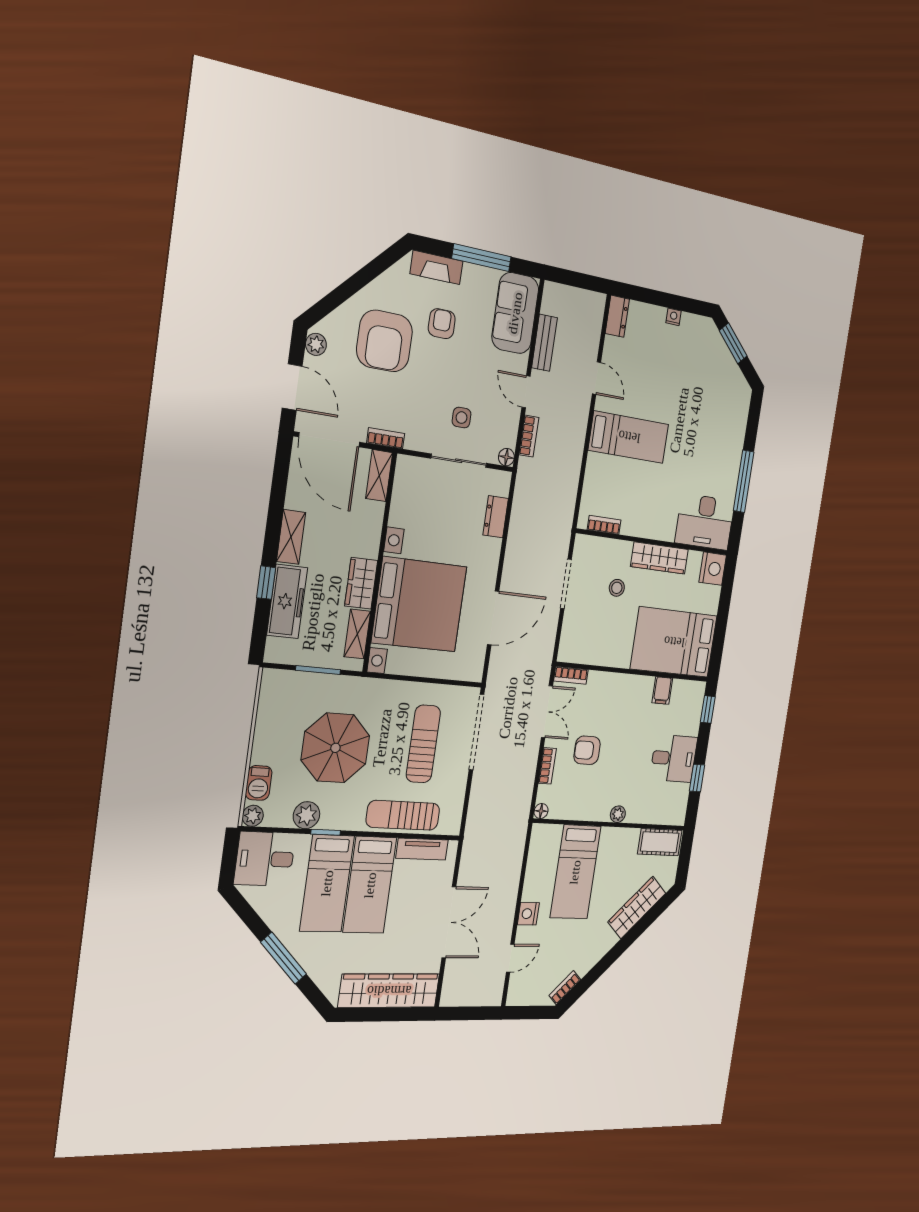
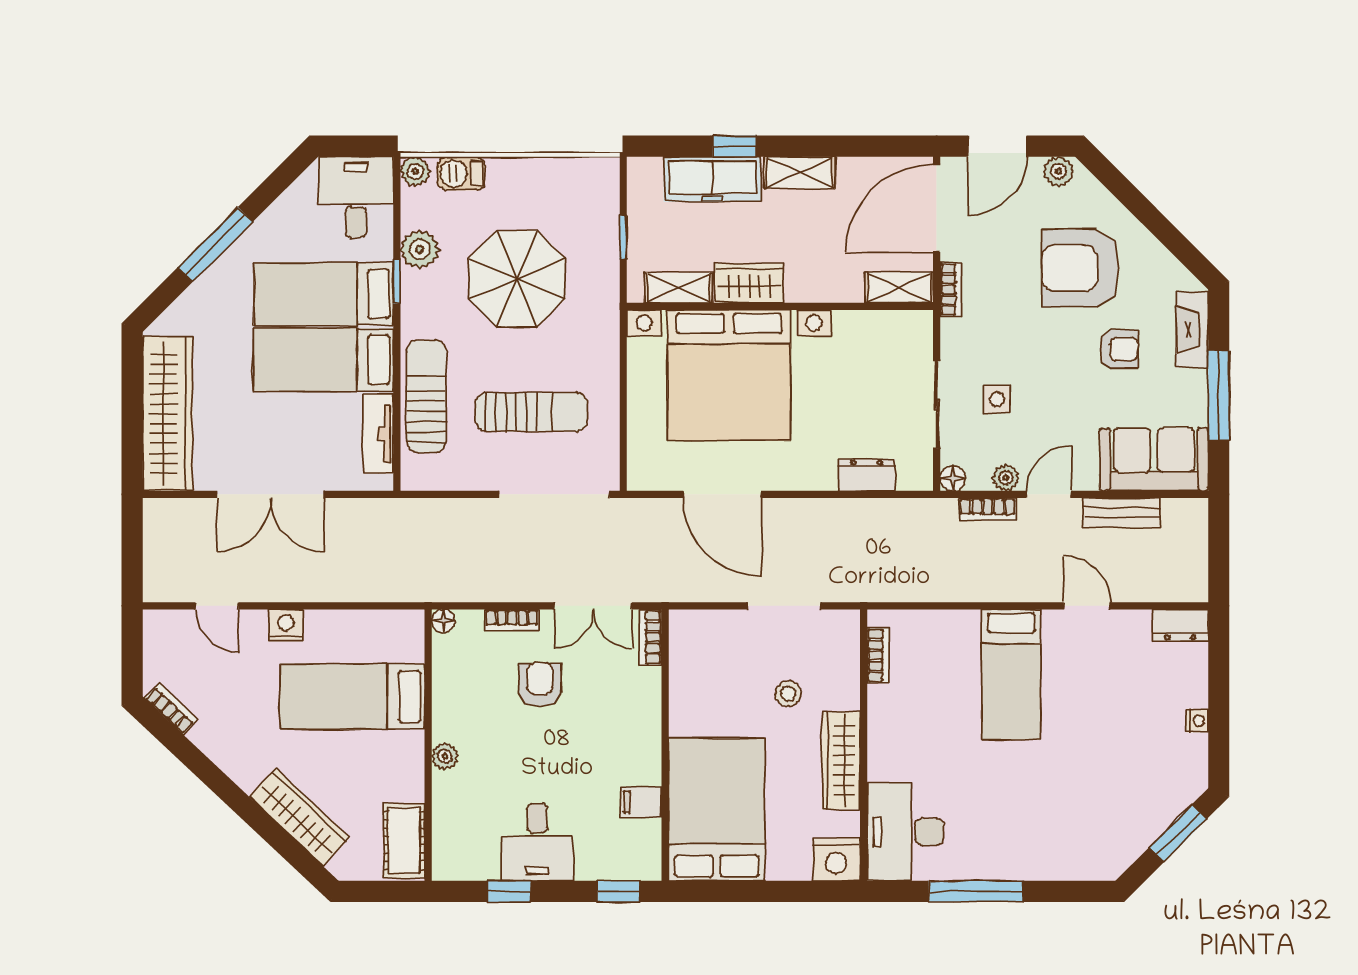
door: (597, 378) -> (1087, 606), swing flipped
plant: (511, 420) -> (1006, 478), added
window: (318, 670) -> (623, 237), width x0.67

